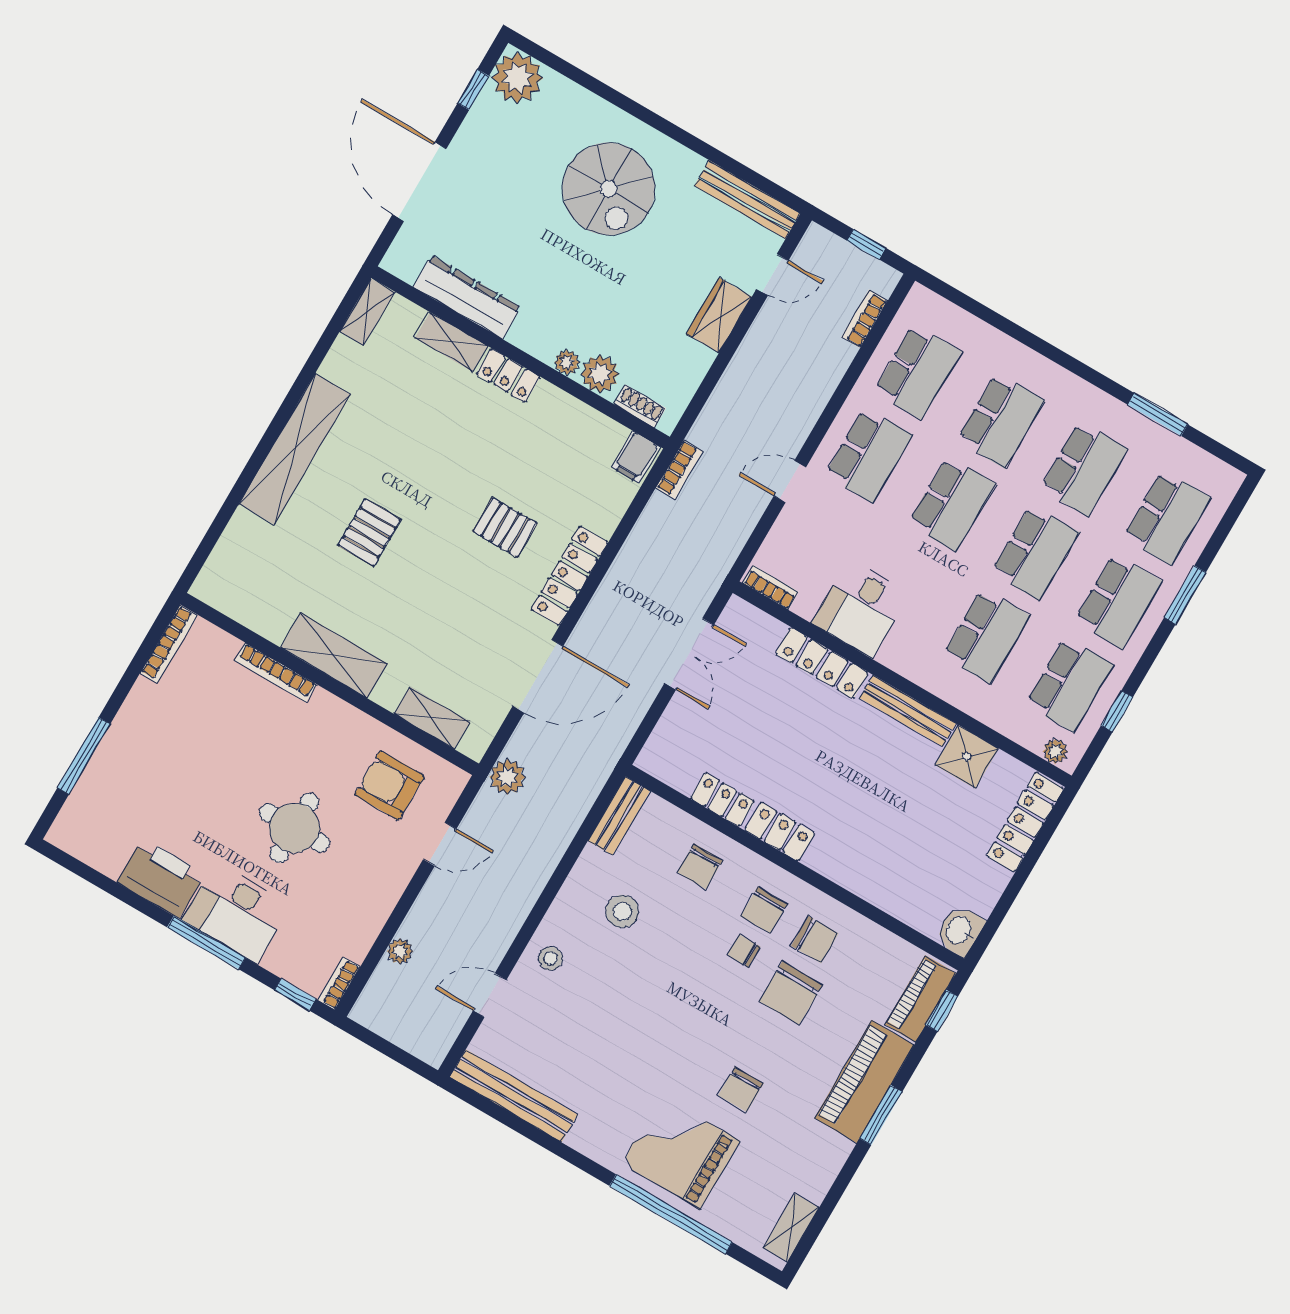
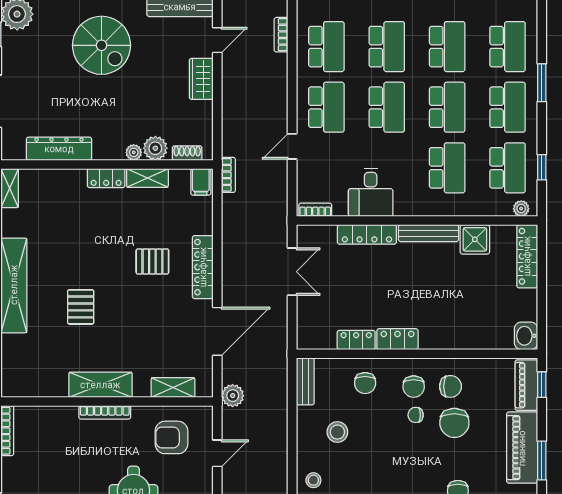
shelving: (451, 342) -> (147, 178), moved
bookcase: (276, 672) -> (105, 412), moved

